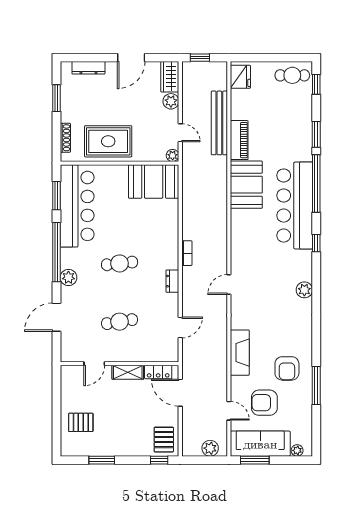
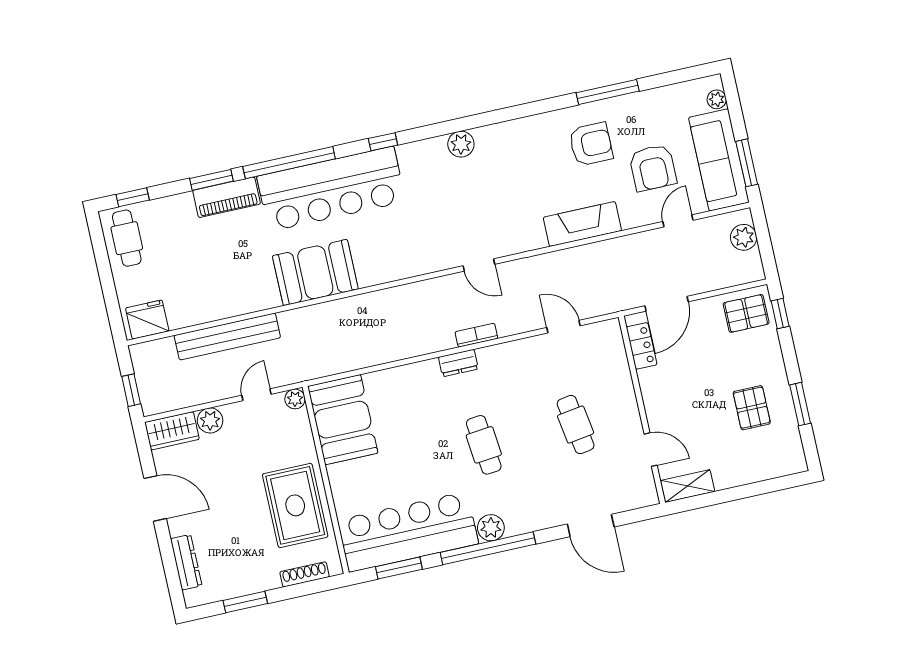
piano: (239, 140) -> (227, 197), moved, turned 180
bookcase: (187, 253) -> (476, 335), moved
plant: (68, 277) -> (491, 528), moved
dresser: (172, 281) -> (458, 363), moved
shelving: (128, 372) -> (688, 486), moved, turned 90
pallet: (81, 422) -> (752, 408), moved

